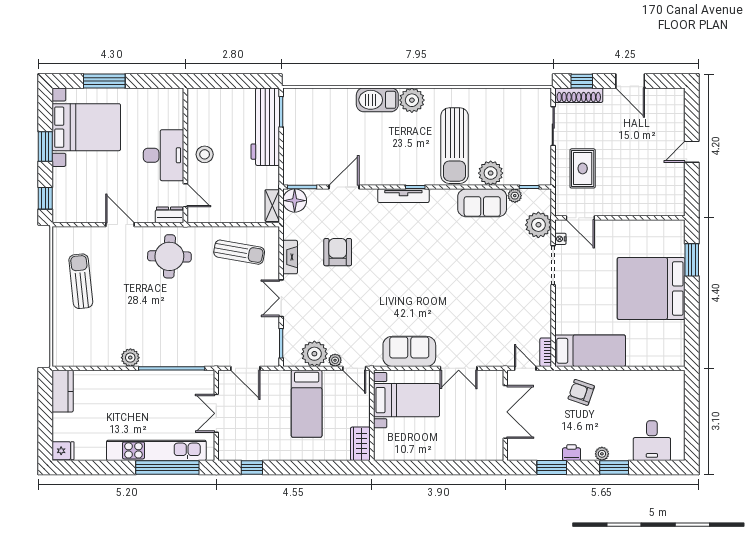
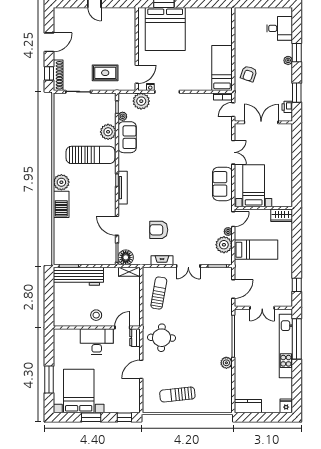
bed: (651, 288) -> (165, 29), moved
printer: (571, 453) -> (287, 107), moved

